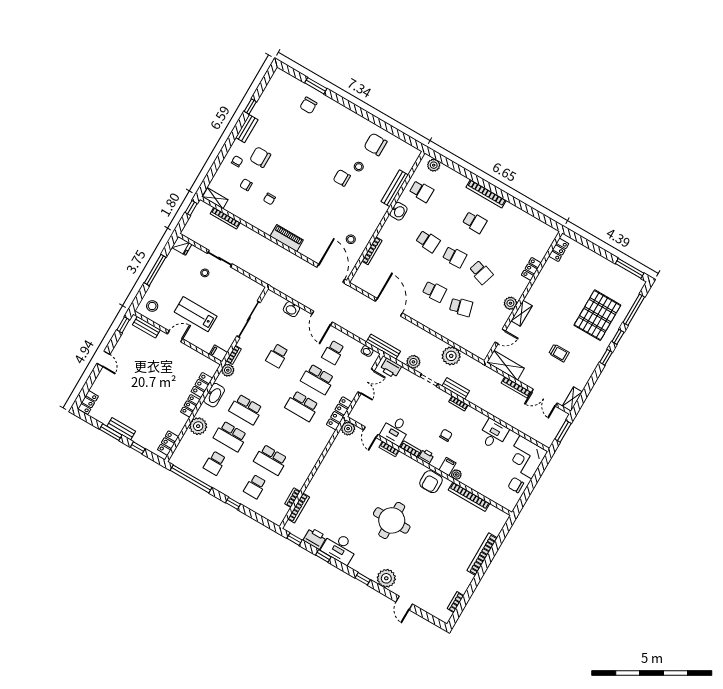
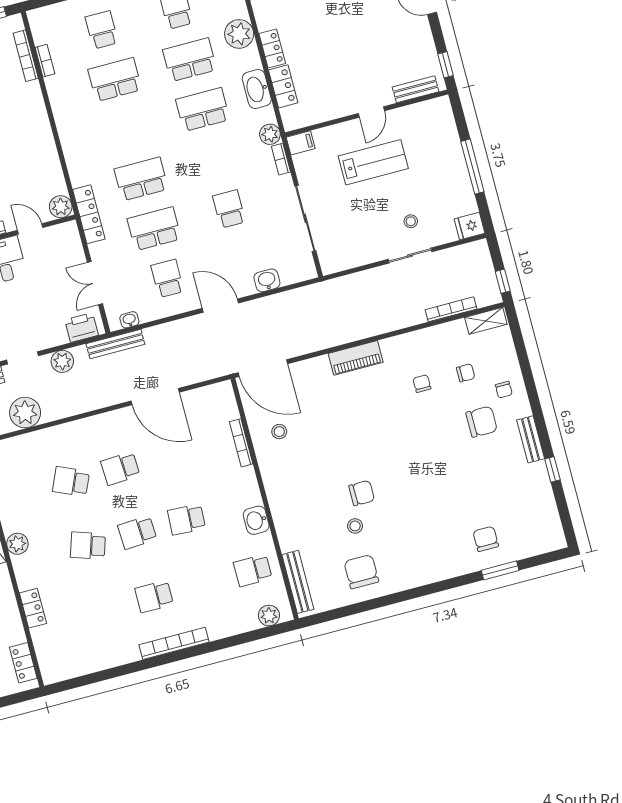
chair: (376, 144) -> (361, 572), turned -90
bench: (395, 188) -> (298, 582), moved
stool: (152, 306) -> (434, 121), removed
school desk: (461, 307) -> (71, 481), turned 39

